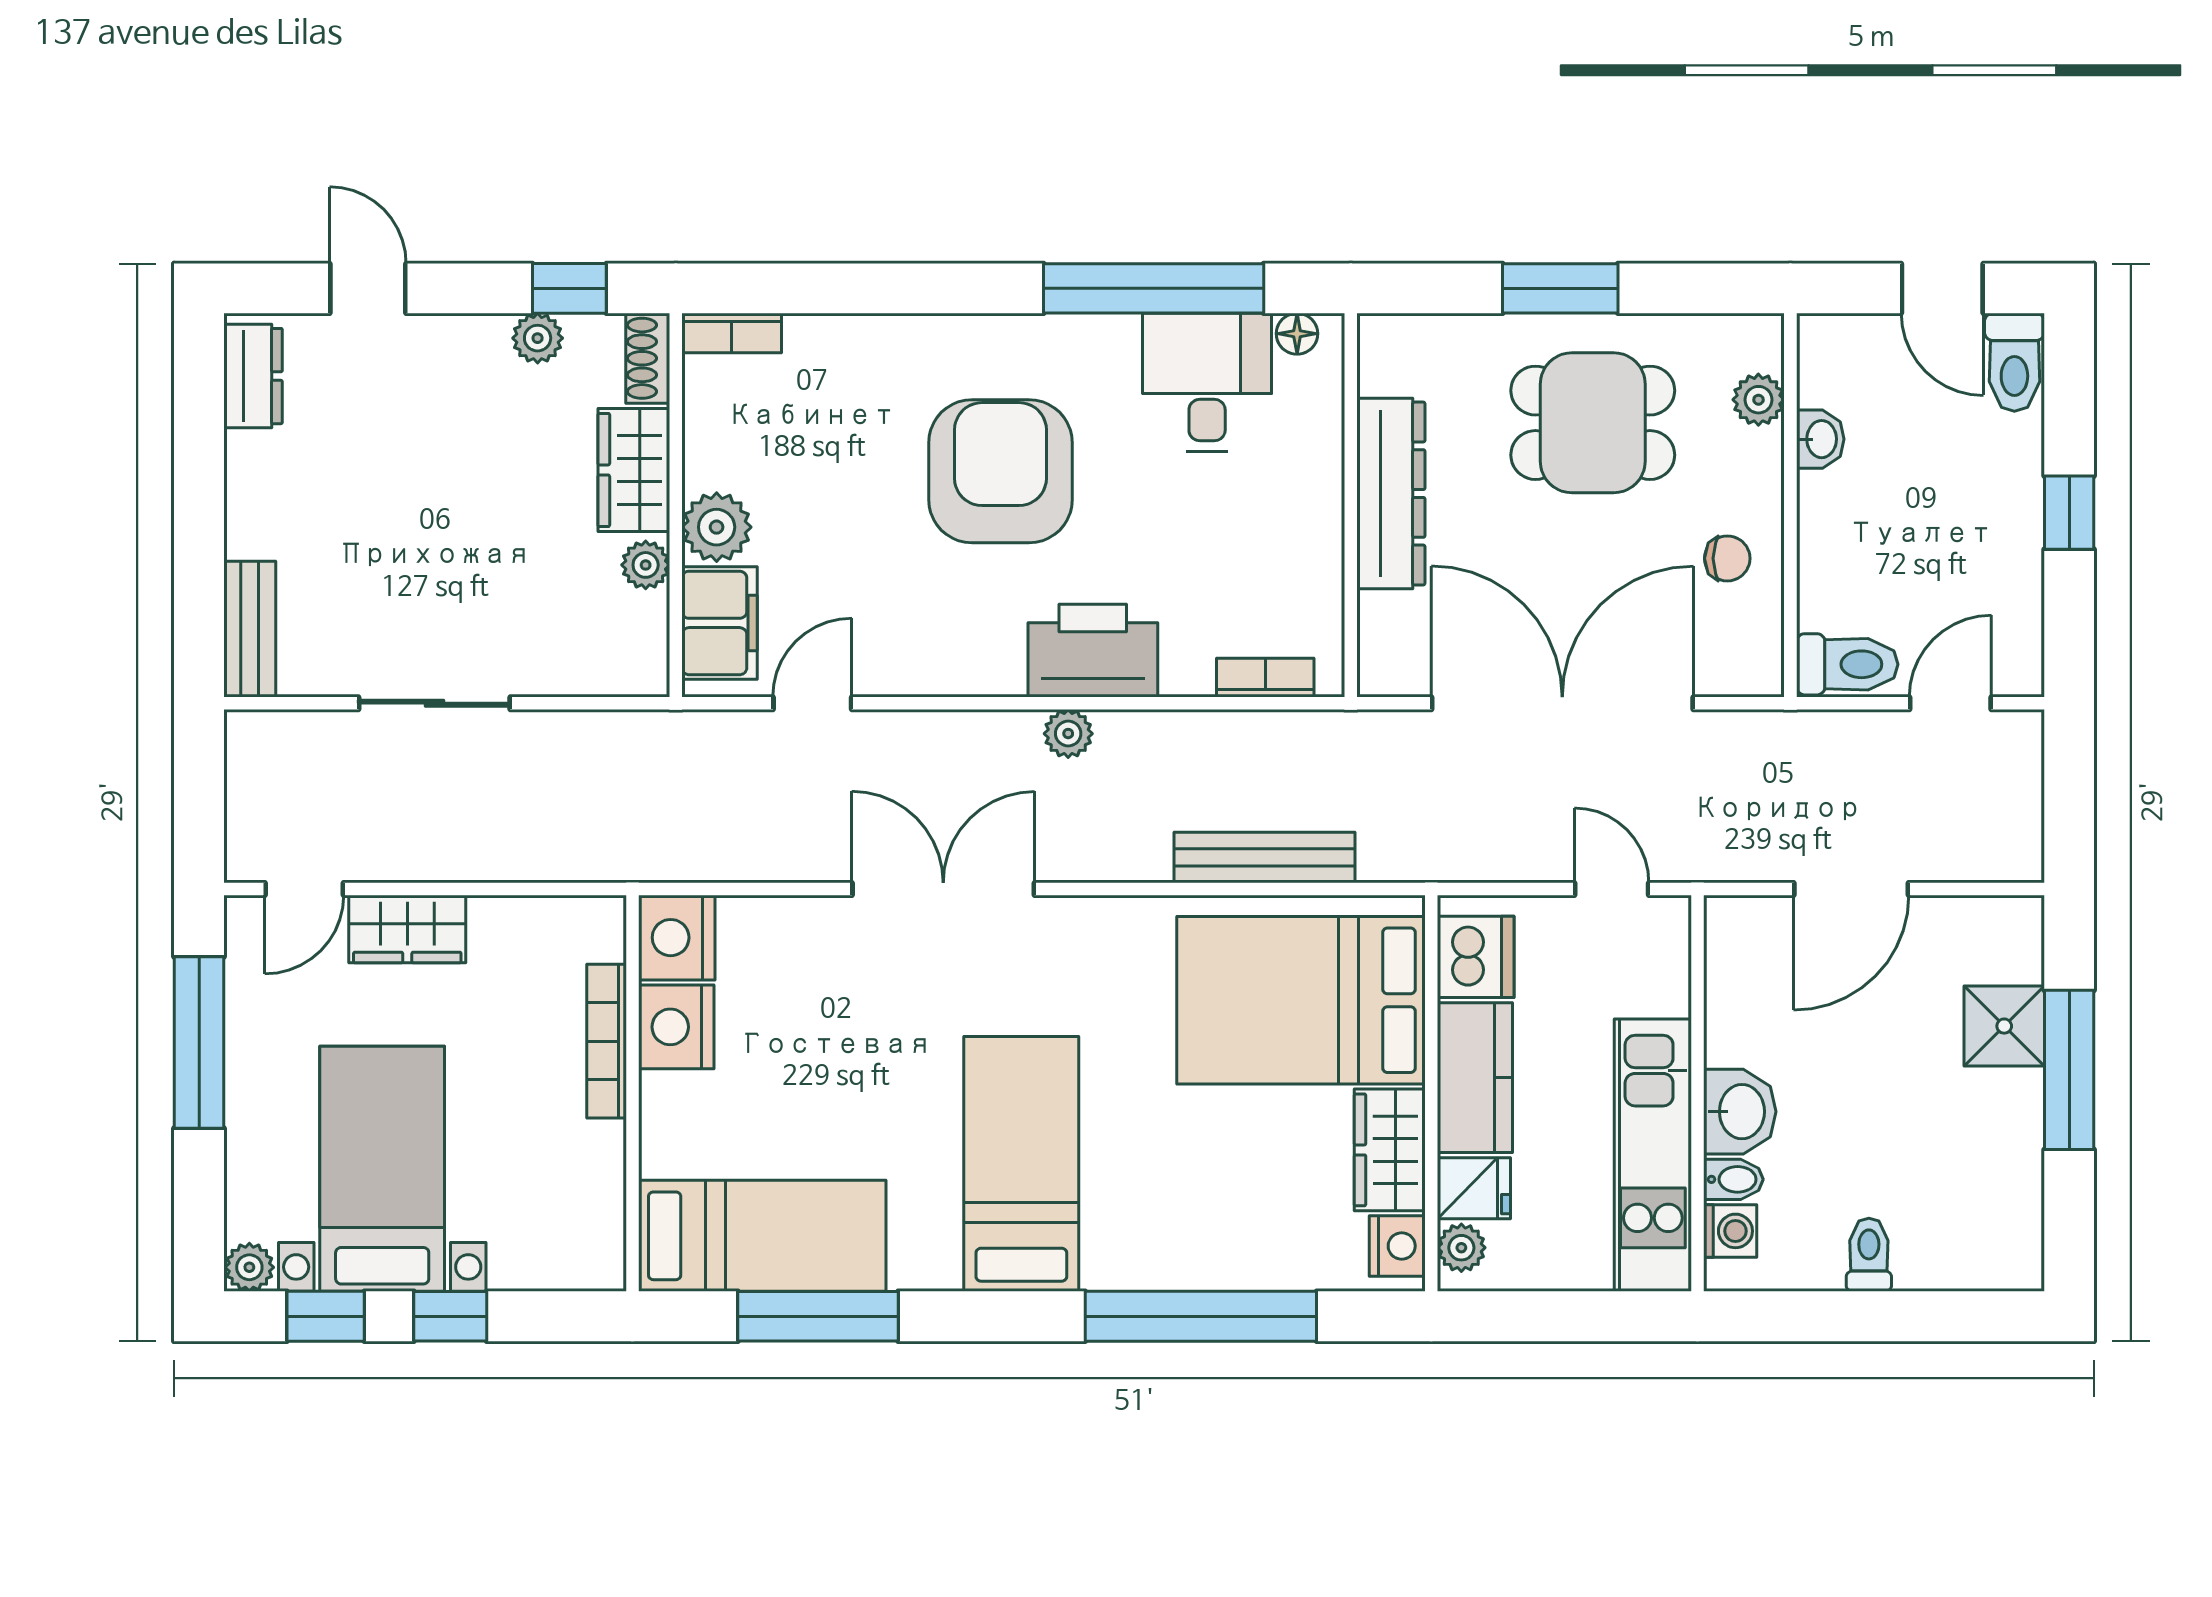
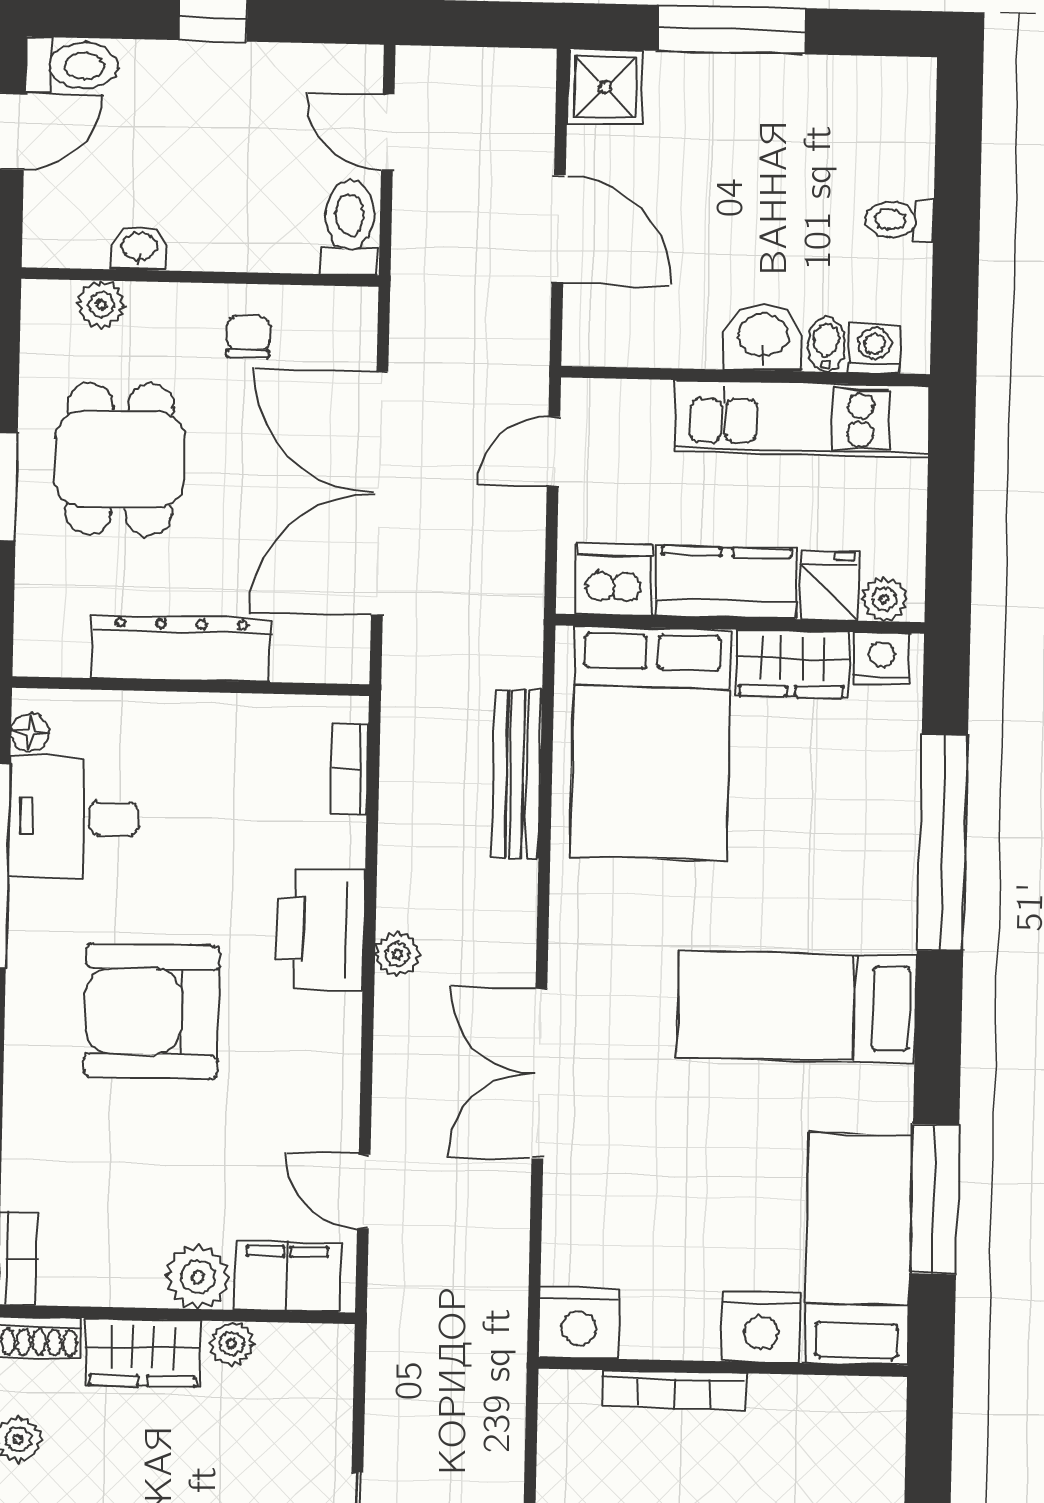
shower: (2004, 1026) -> (605, 87), moved
nightstand: (676, 1027) -> (761, 1327), moved

